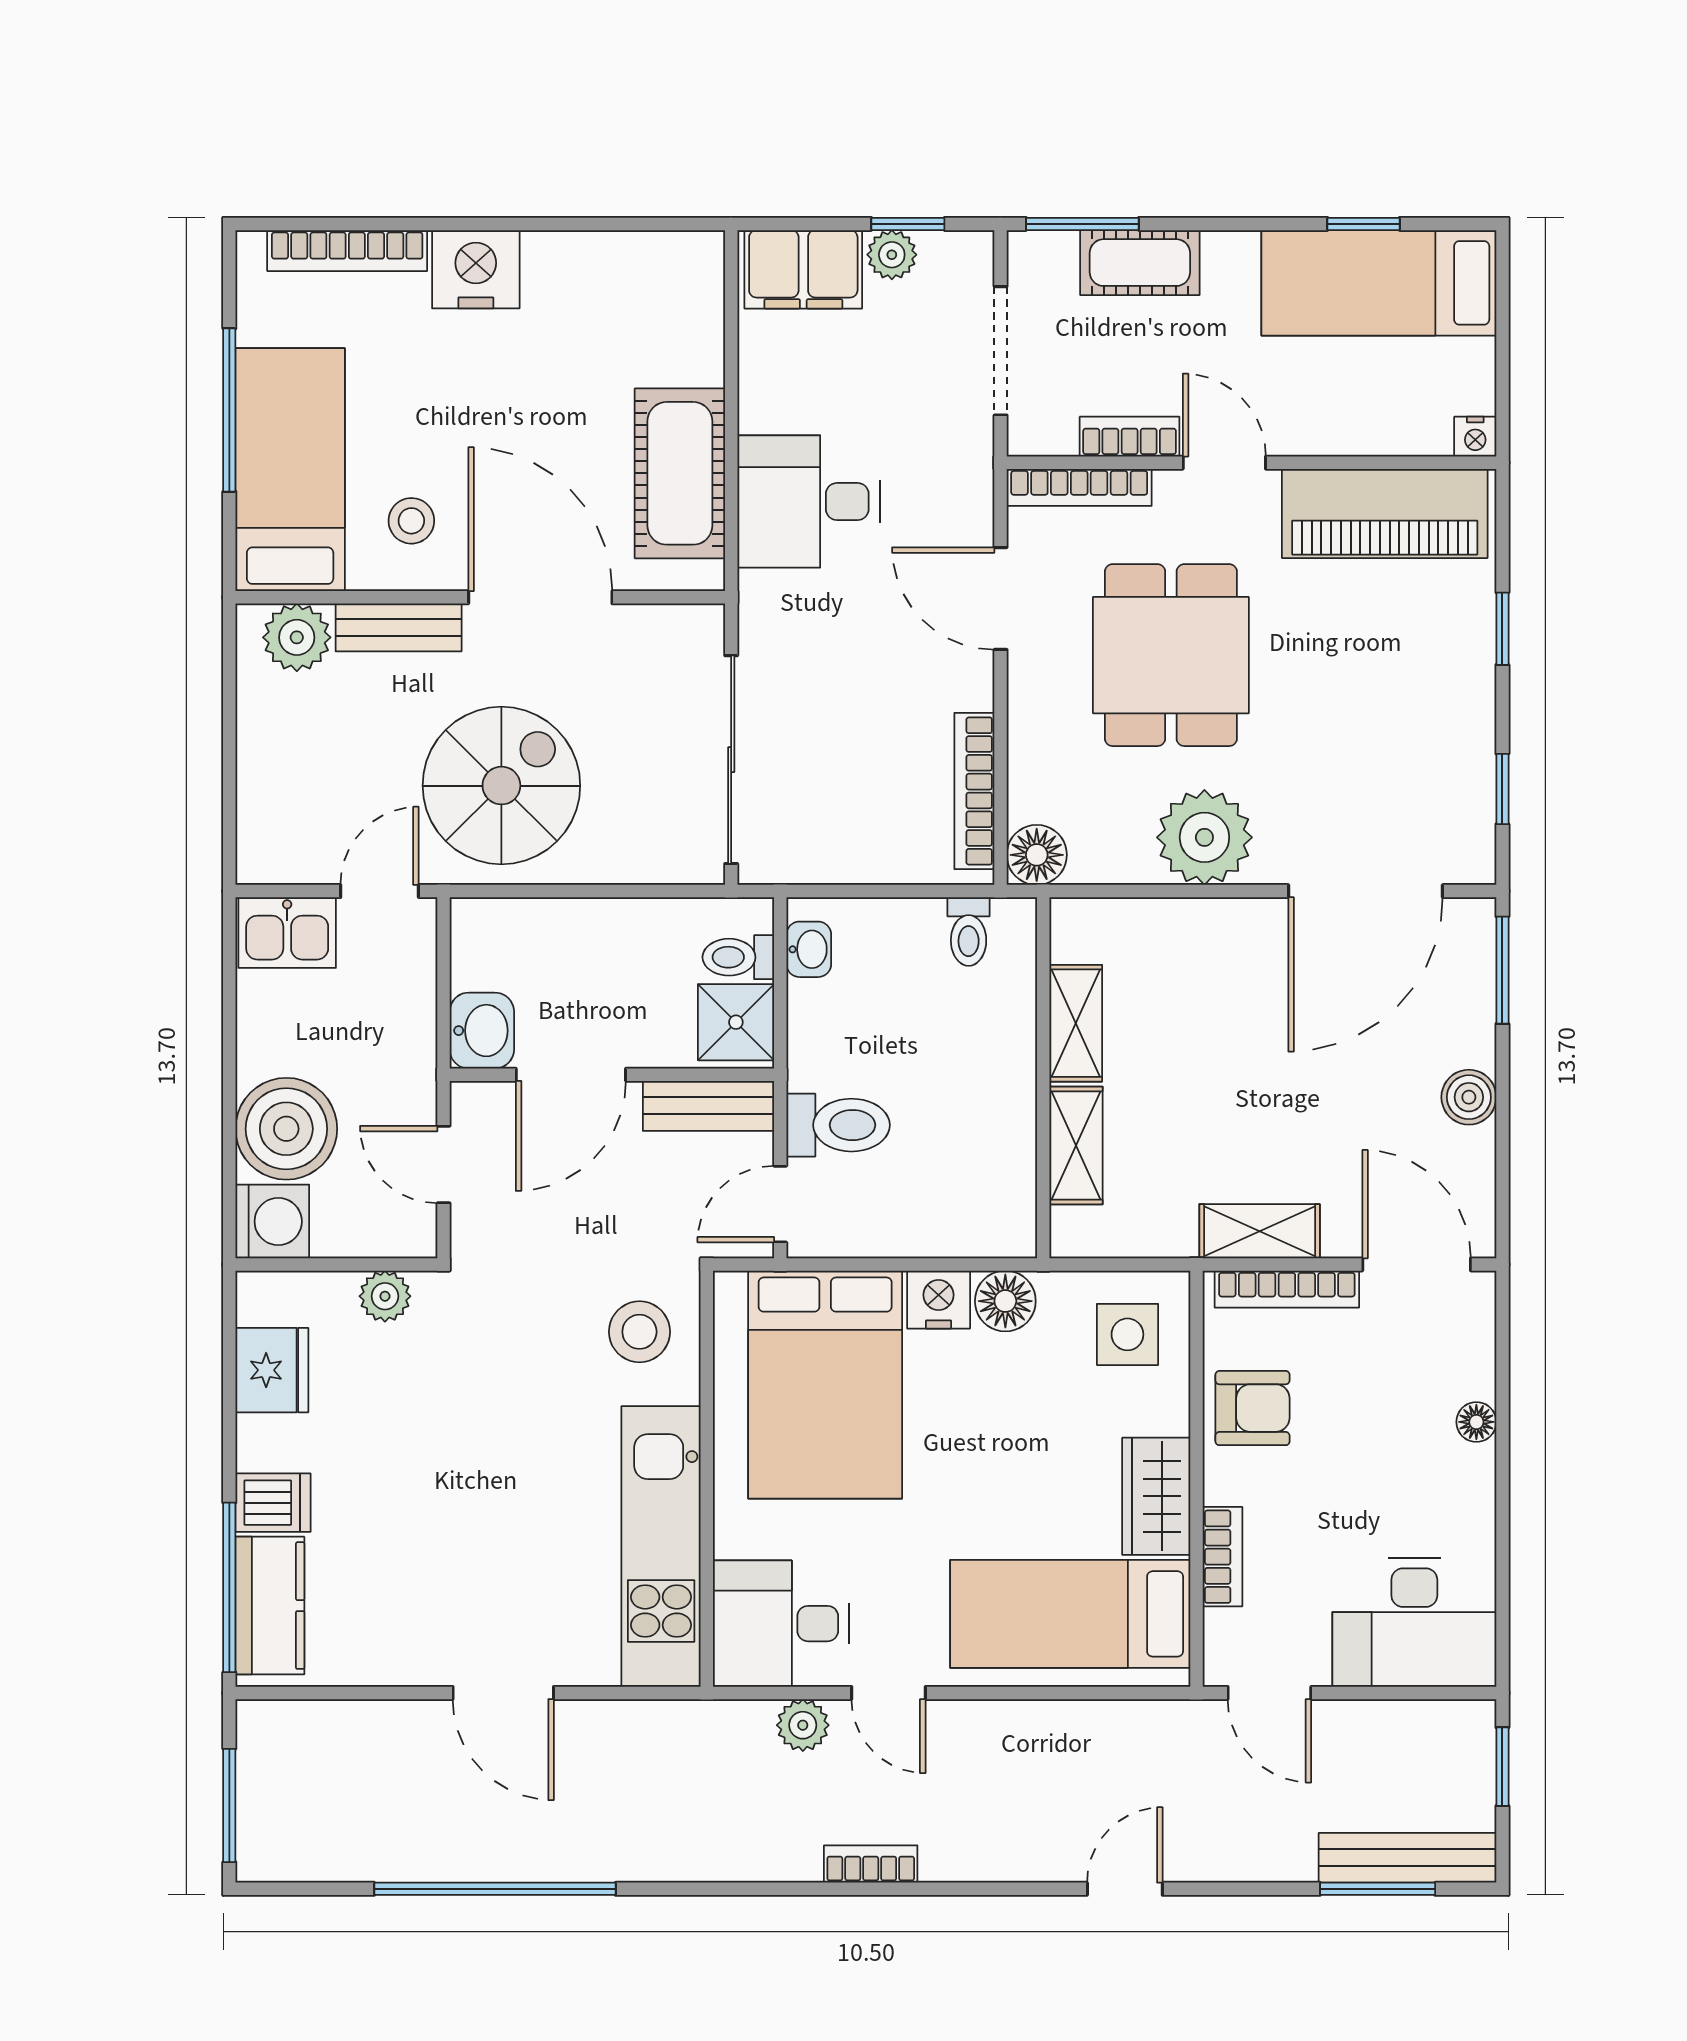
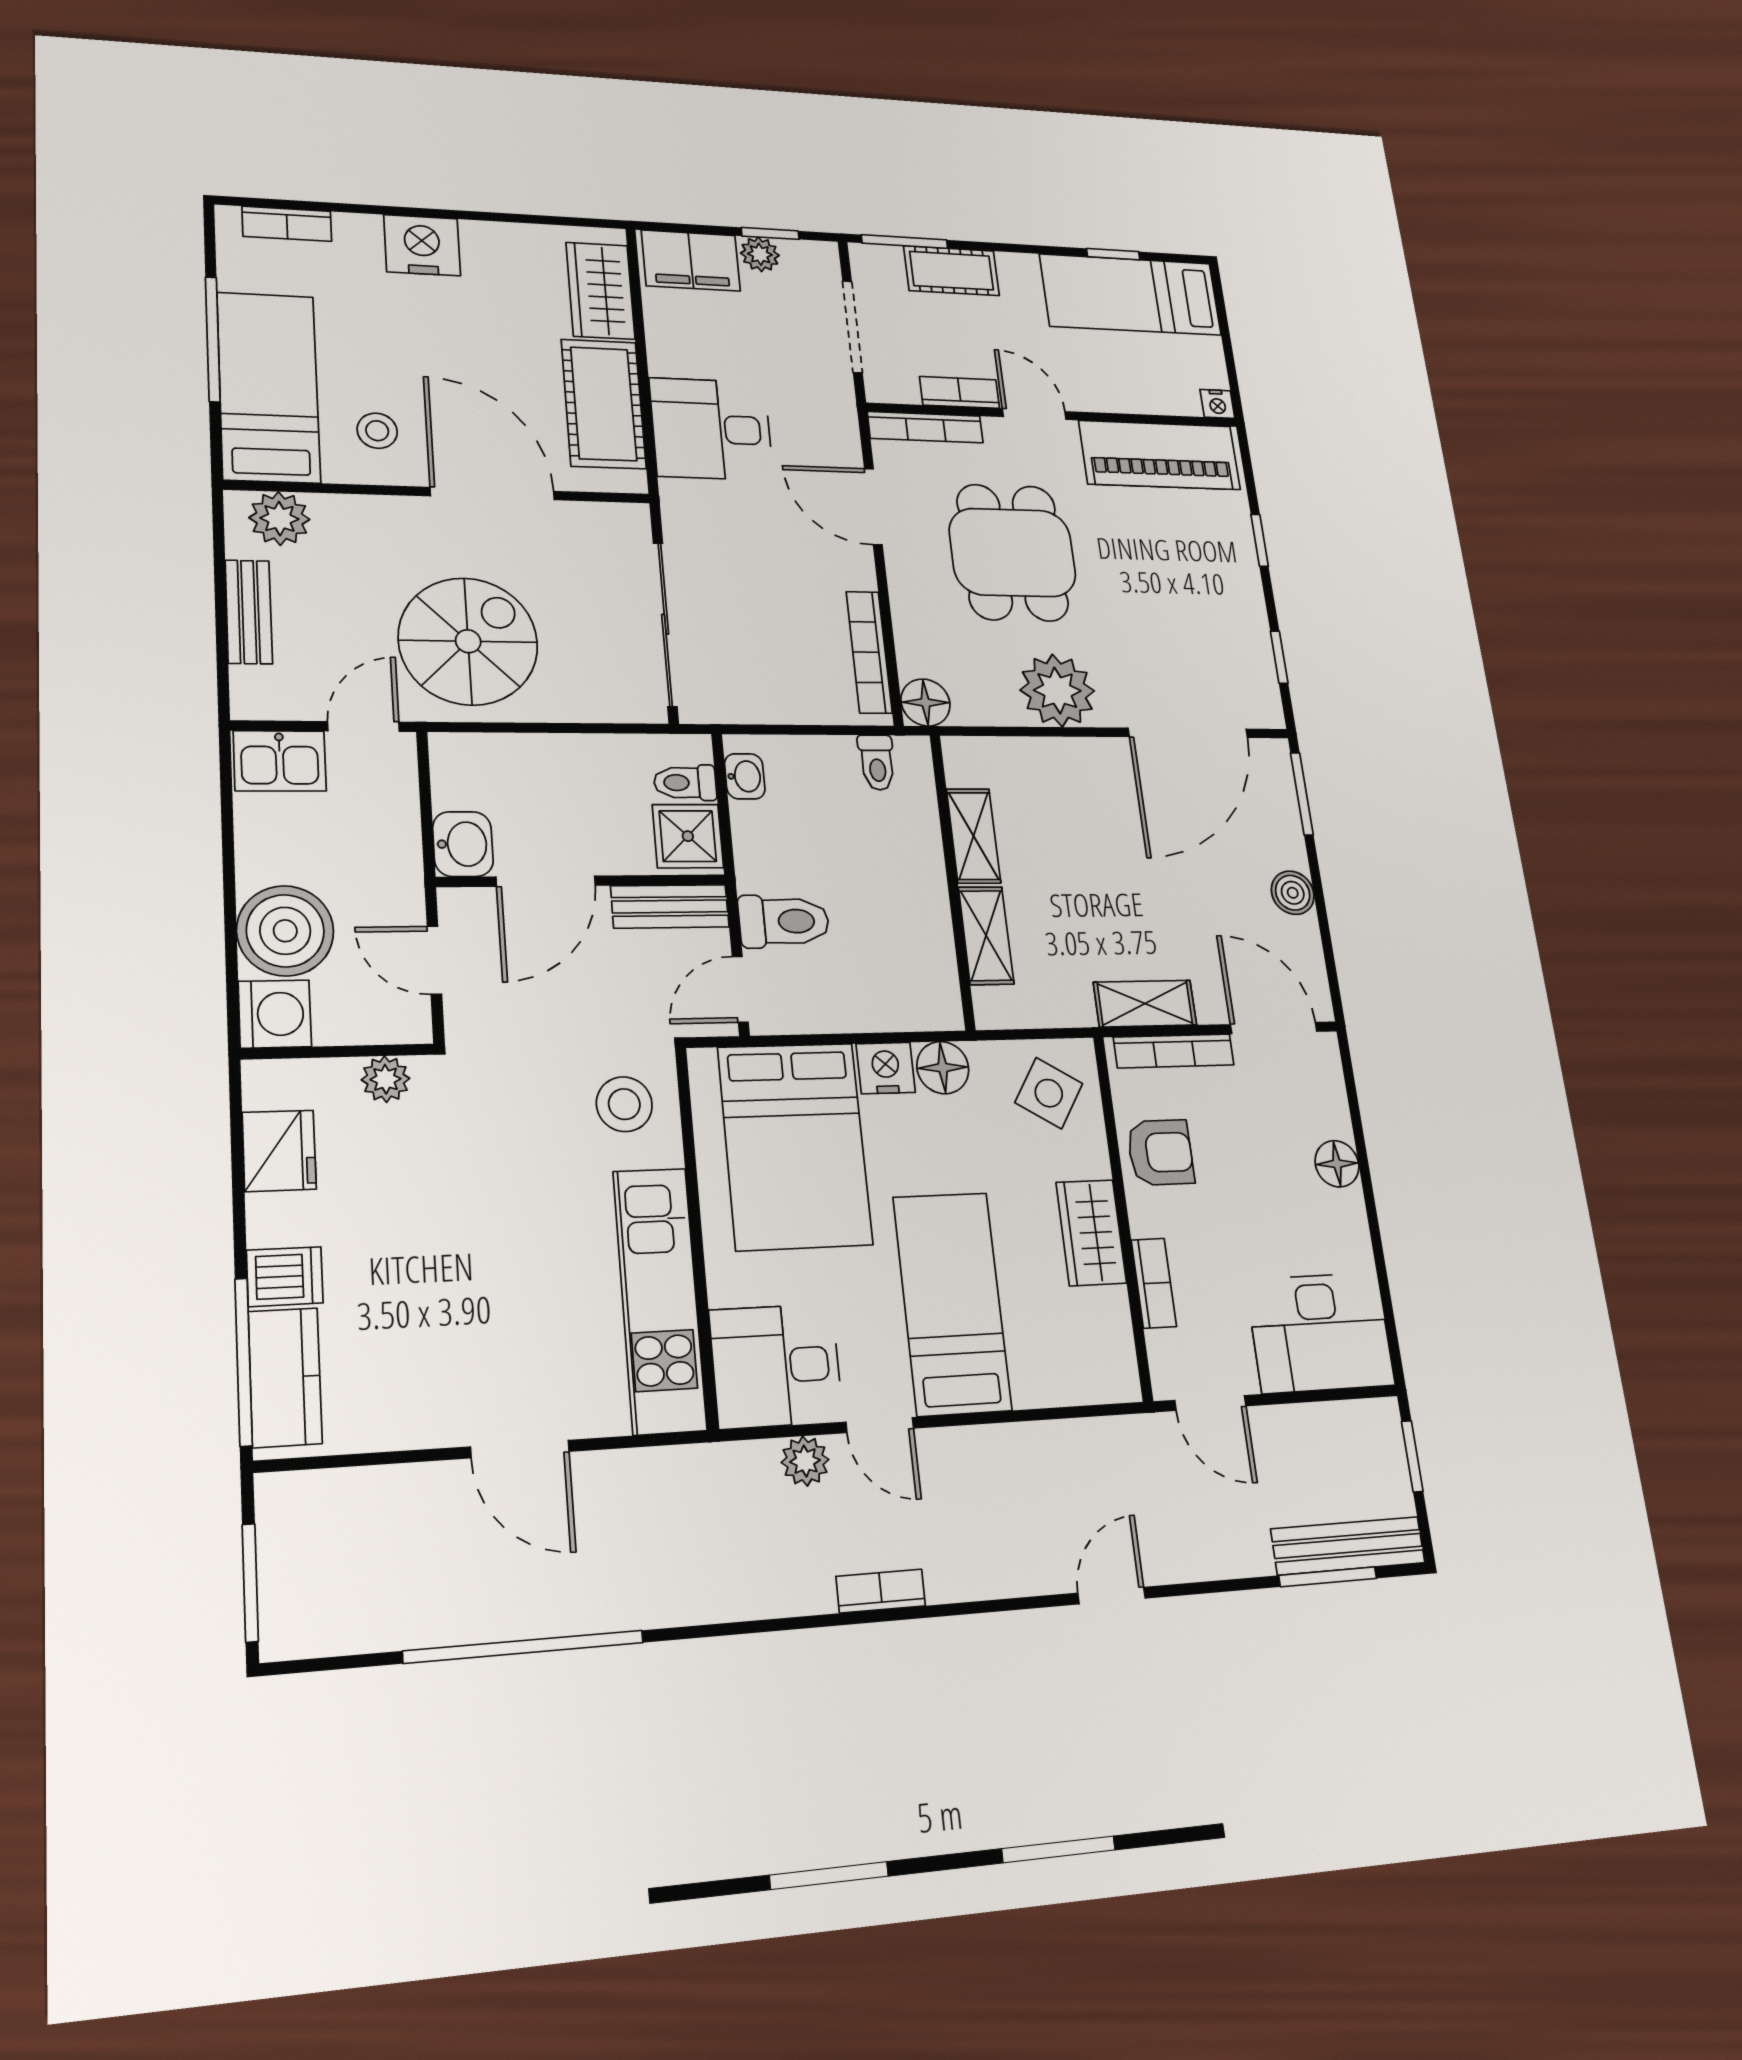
bookcase: (347, 251) -> (287, 224), width x0.64
wardrobe: (687, 319) -> (600, 291), added
bench: (399, 627) -> (249, 612), moved, turned 90
side table: (1127, 1334) -> (1049, 1093), turned 32
floor lamp: (1476, 1422) -> (1337, 1164), width x1.37, depth x1.37
bed: (1070, 1614) -> (952, 1303), moved, turned 90

